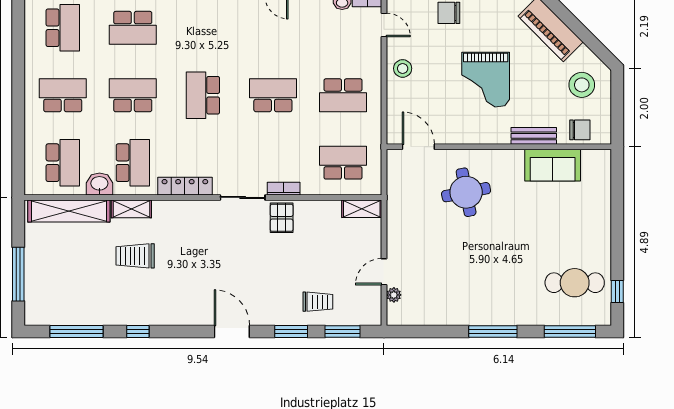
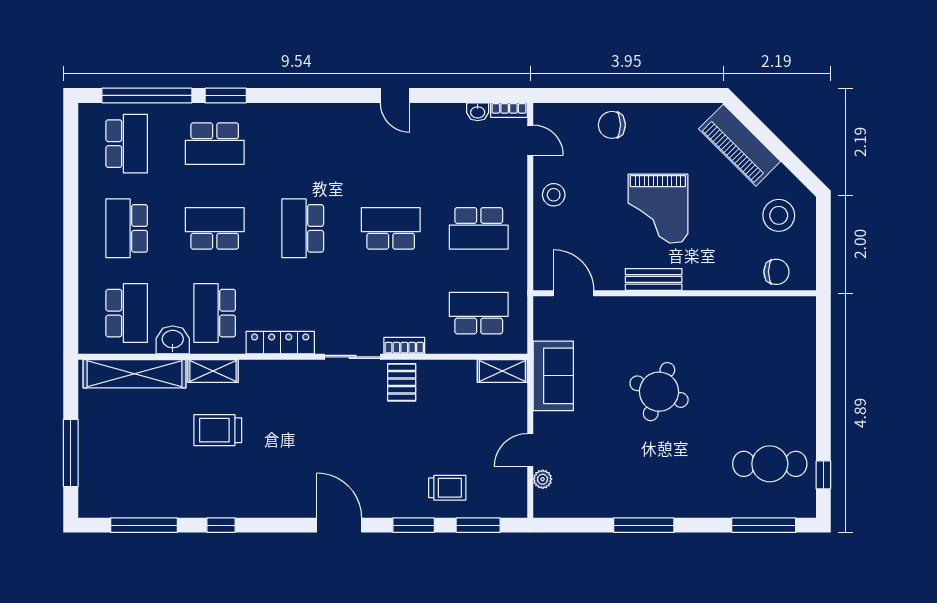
school desk: (63, 95) -> (127, 228), turned -90
bench: (534, 136) -> (654, 279), moved
school desk: (133, 163) -> (215, 313), turned 180
sofa: (553, 165) -> (553, 376), moved, turned -90
round table: (466, 192) -> (659, 392), moved, turned 32
window: (493, 331) -> (644, 525), moved

